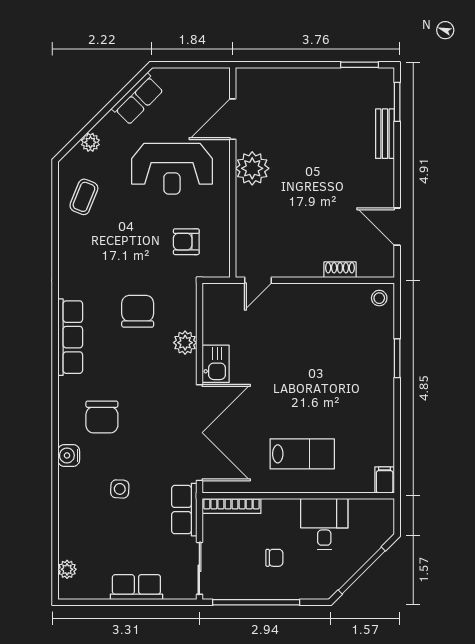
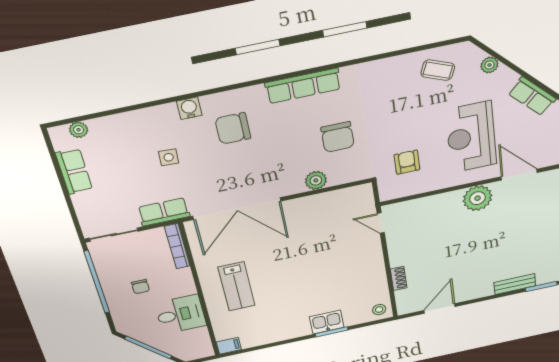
chair: (138, 311) -> (338, 137), turned 90
kitchen sink: (216, 364) -> (327, 322), moved, turned 180
row of seats: (136, 587) -> (74, 171), moved

